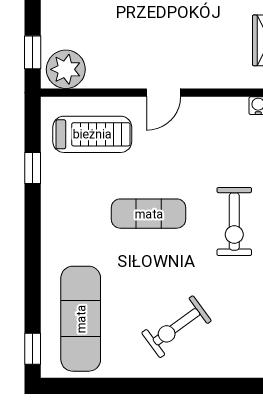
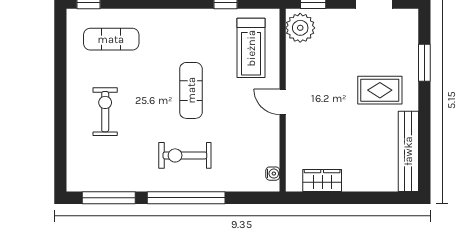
exercise mat: (81, 319) -> (111, 39), width x0.73, depth x0.69
exercise bike: (176, 327) -> (105, 112), turned 36

